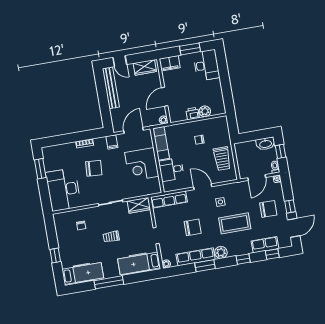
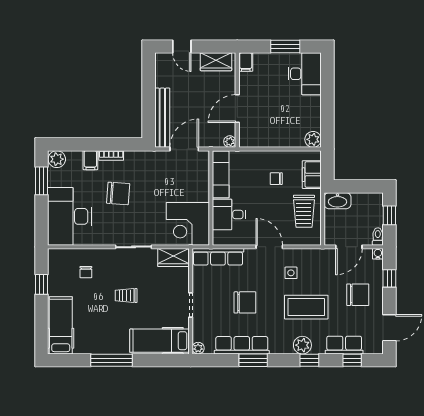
filing cabinet: (170, 63) -> (246, 62), width x0.50
bench: (111, 88) -> (162, 118), moved
plant: (205, 111) -> (313, 139), moved
printer: (193, 114) -> (273, 140), removed
filing cabinet: (223, 133) -> (312, 175), added
filing cabinet: (112, 142) -> (90, 160), moved
washbasin: (266, 144) -> (338, 201), moved
plant: (48, 152) -> (57, 159), added
corner desk: (142, 164) -> (188, 224), moved
window: (290, 206) -> (389, 278), moved
plant: (221, 252) -> (302, 345), moved
window: (55, 256) -> (42, 284), moved
hospital bed: (83, 273) -> (61, 325), moved, turned -90

